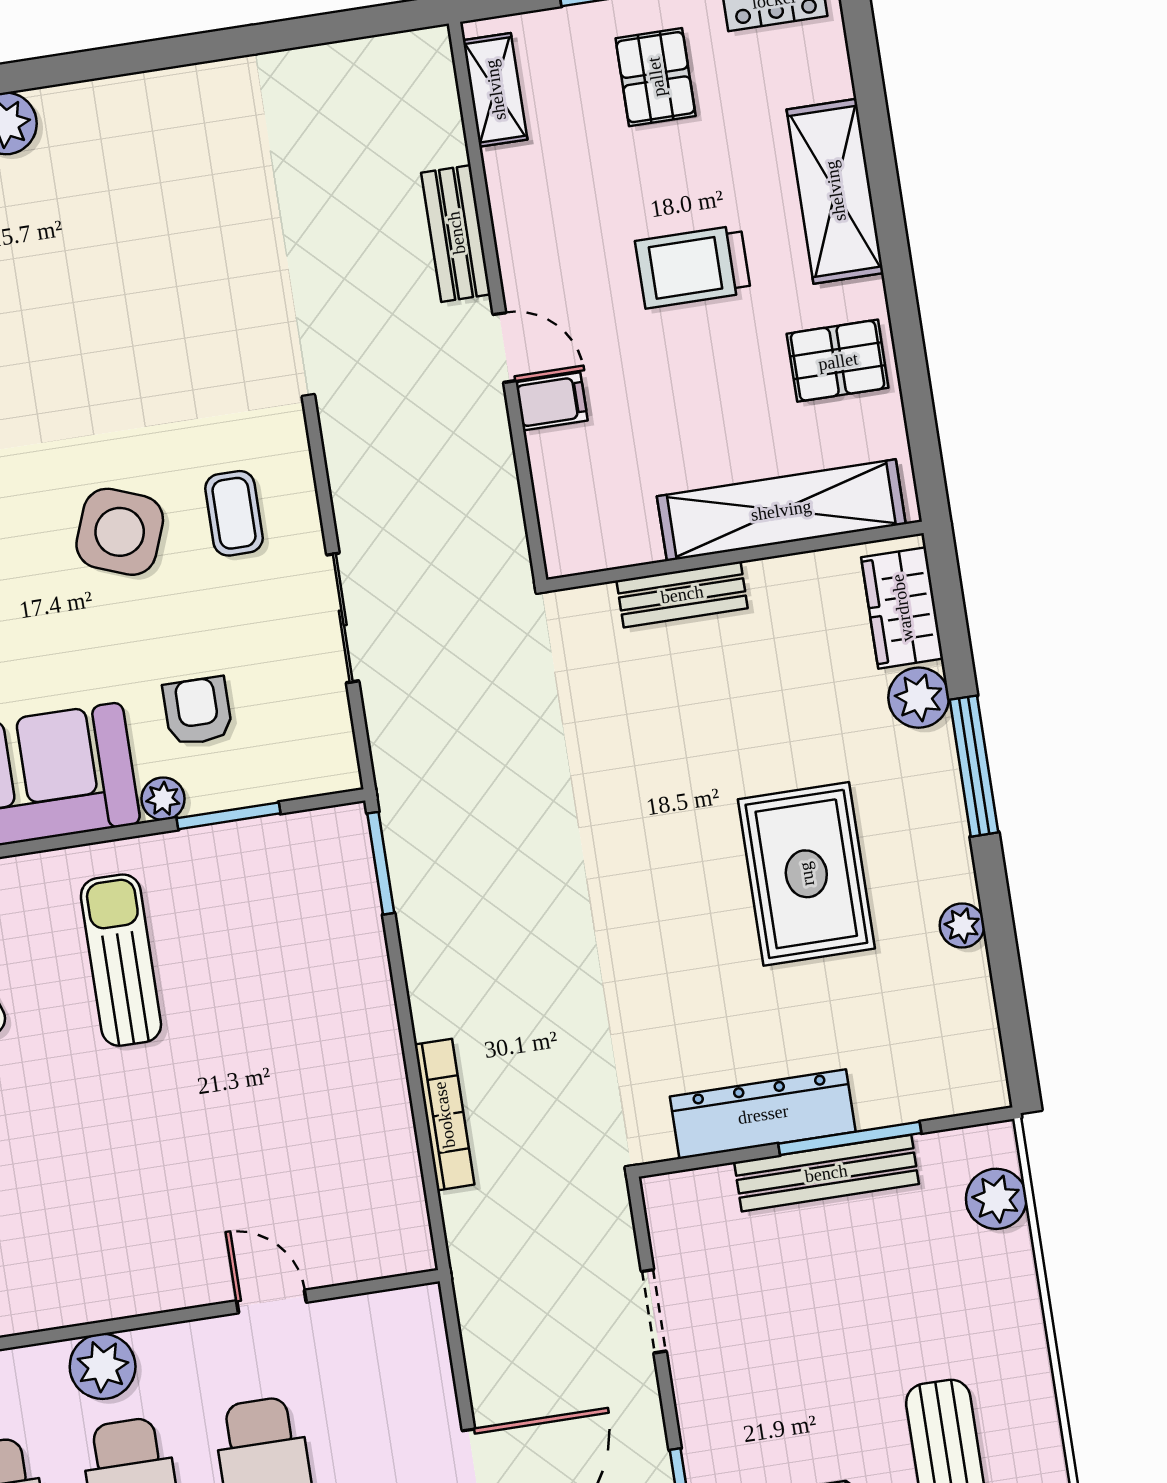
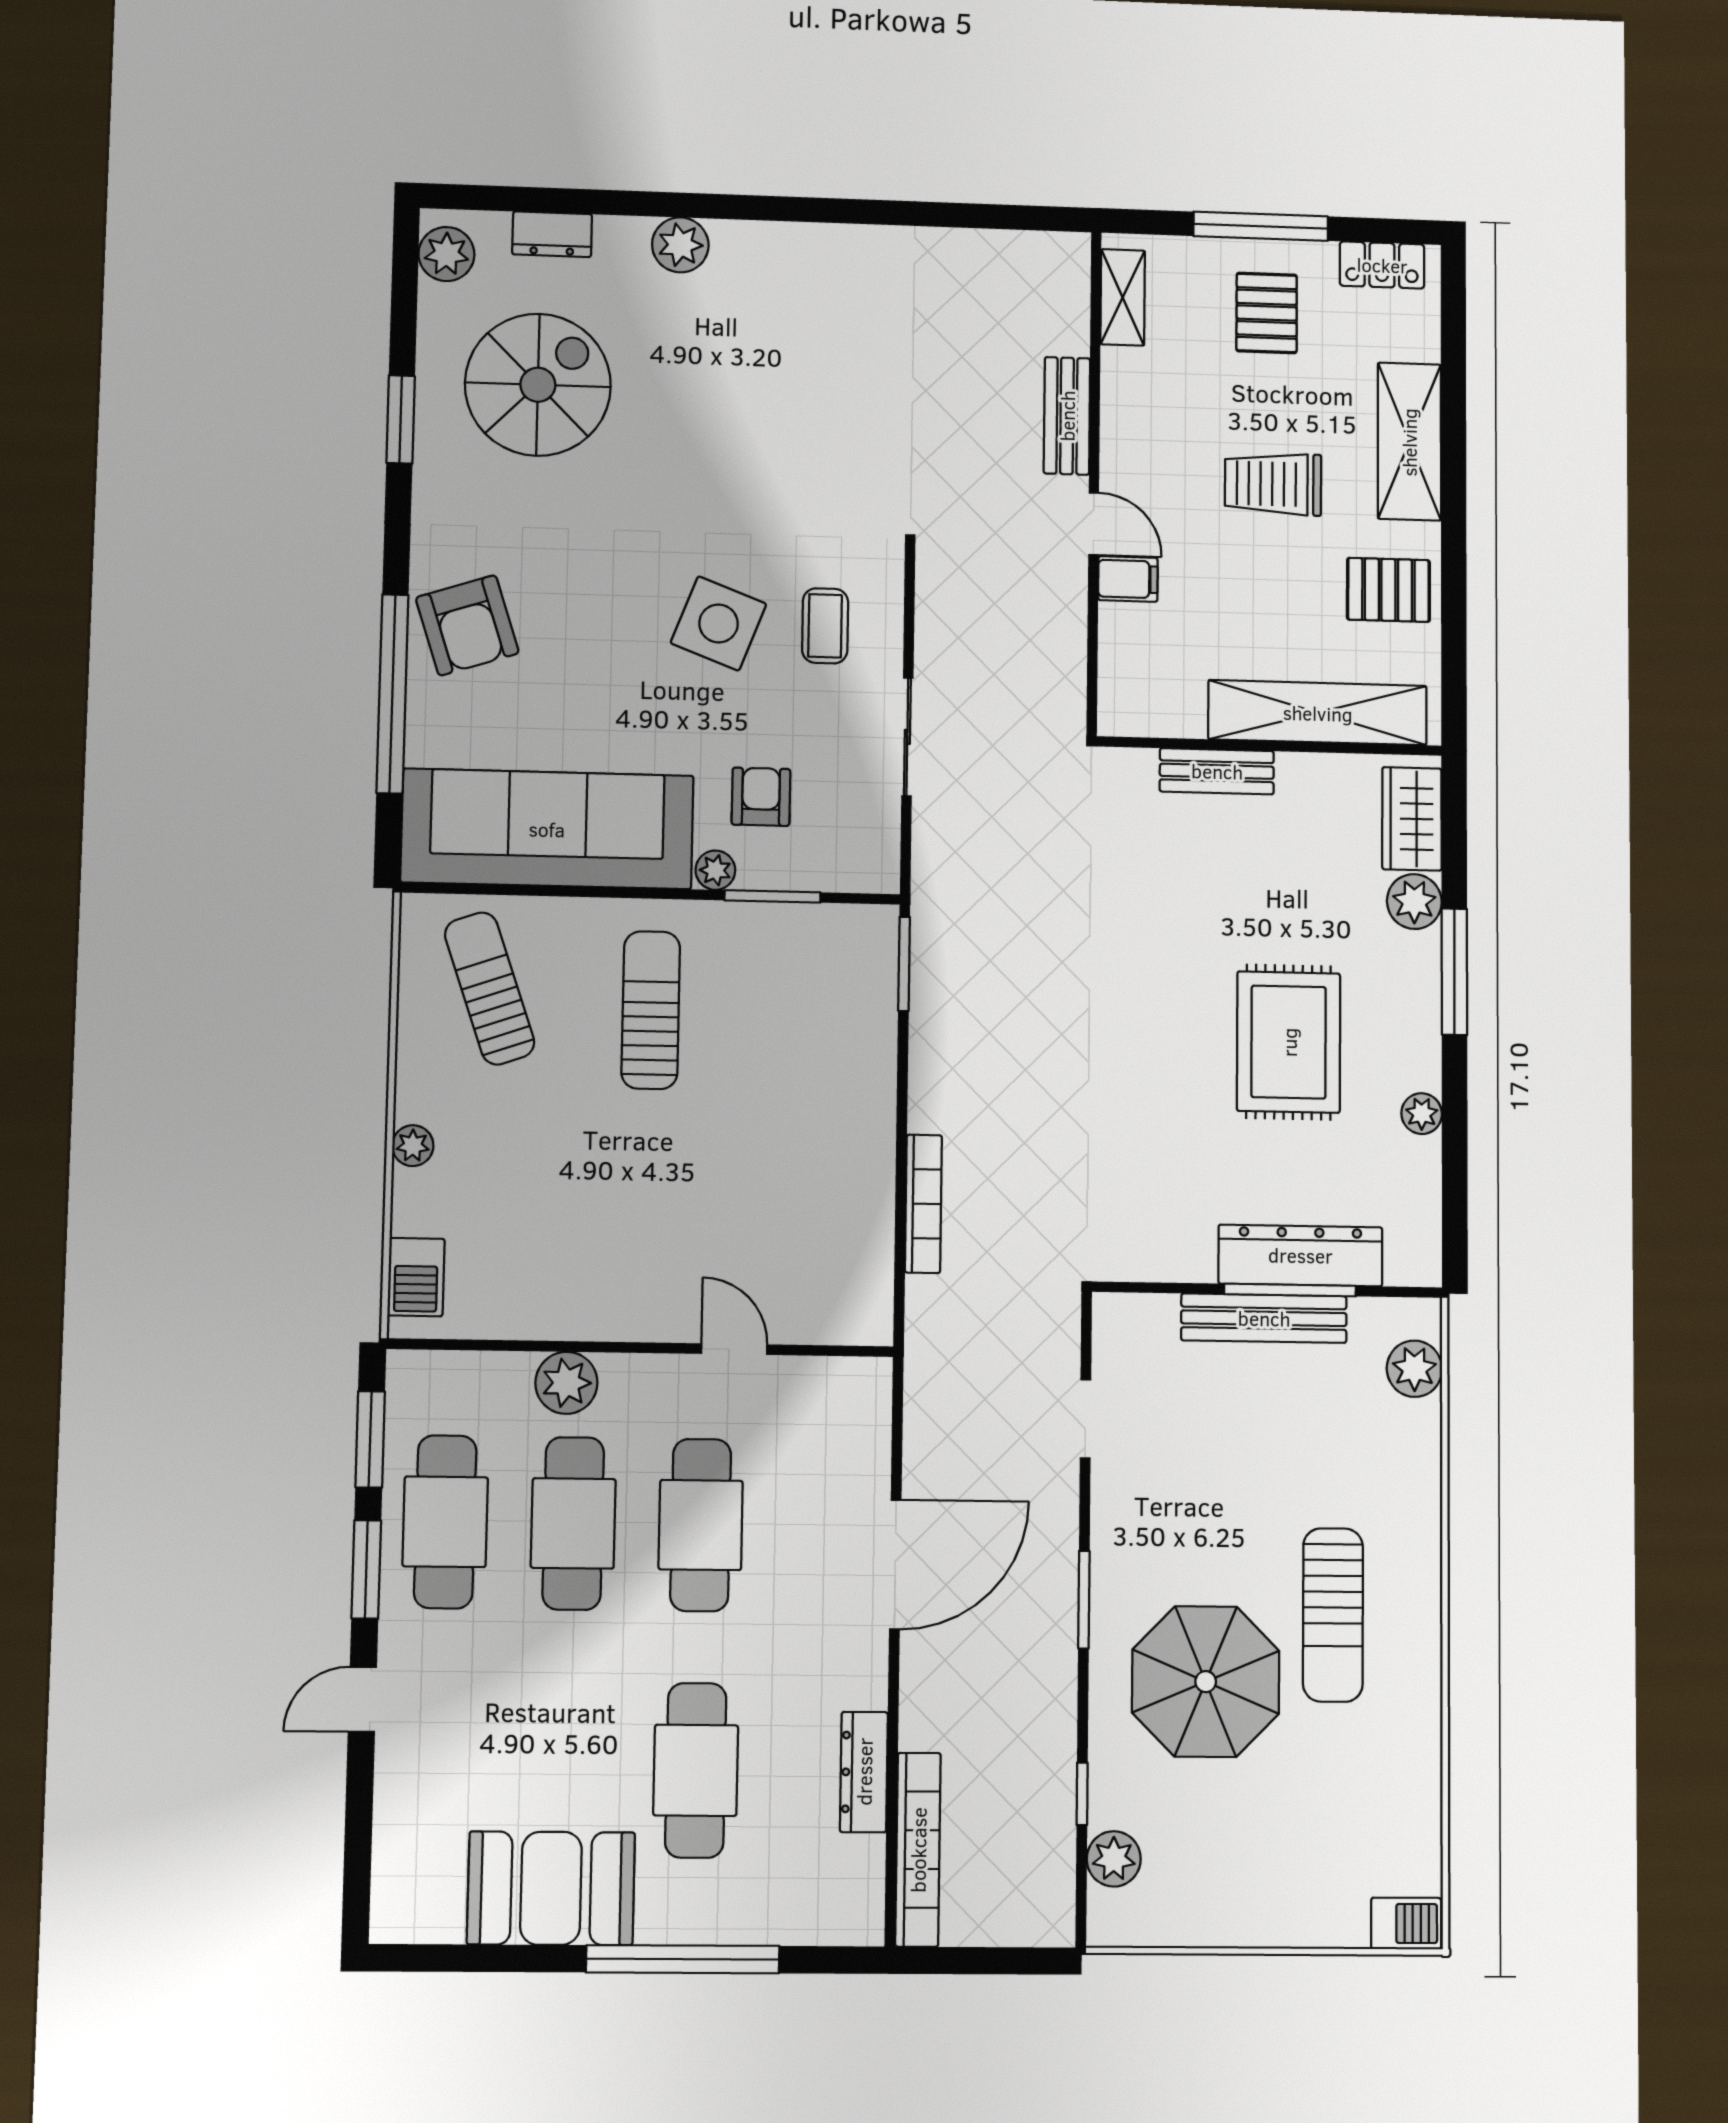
dresser: (763, 1114) -> (1300, 1255), moved

